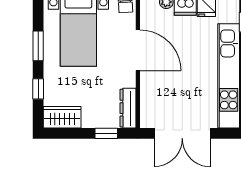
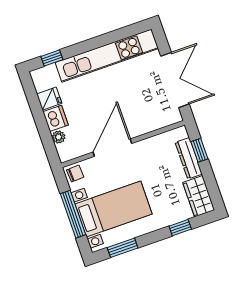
window: (38, 46) -> (123, 248), moved
dresser: (128, 108) -> (189, 158), moved, turned 90

